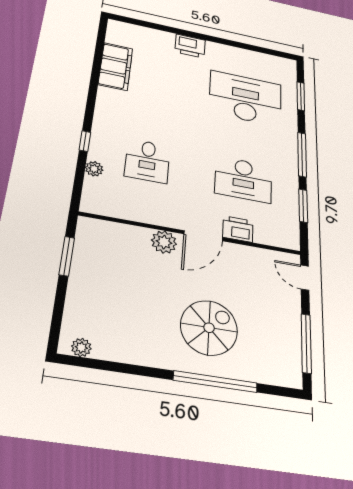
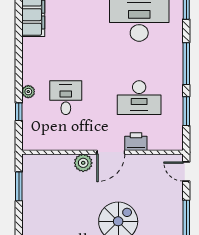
window: (85, 141) -> (19, 112), moved
desk: (147, 161) -> (66, 98), turned 180
plant: (94, 169) -> (28, 92), moved

